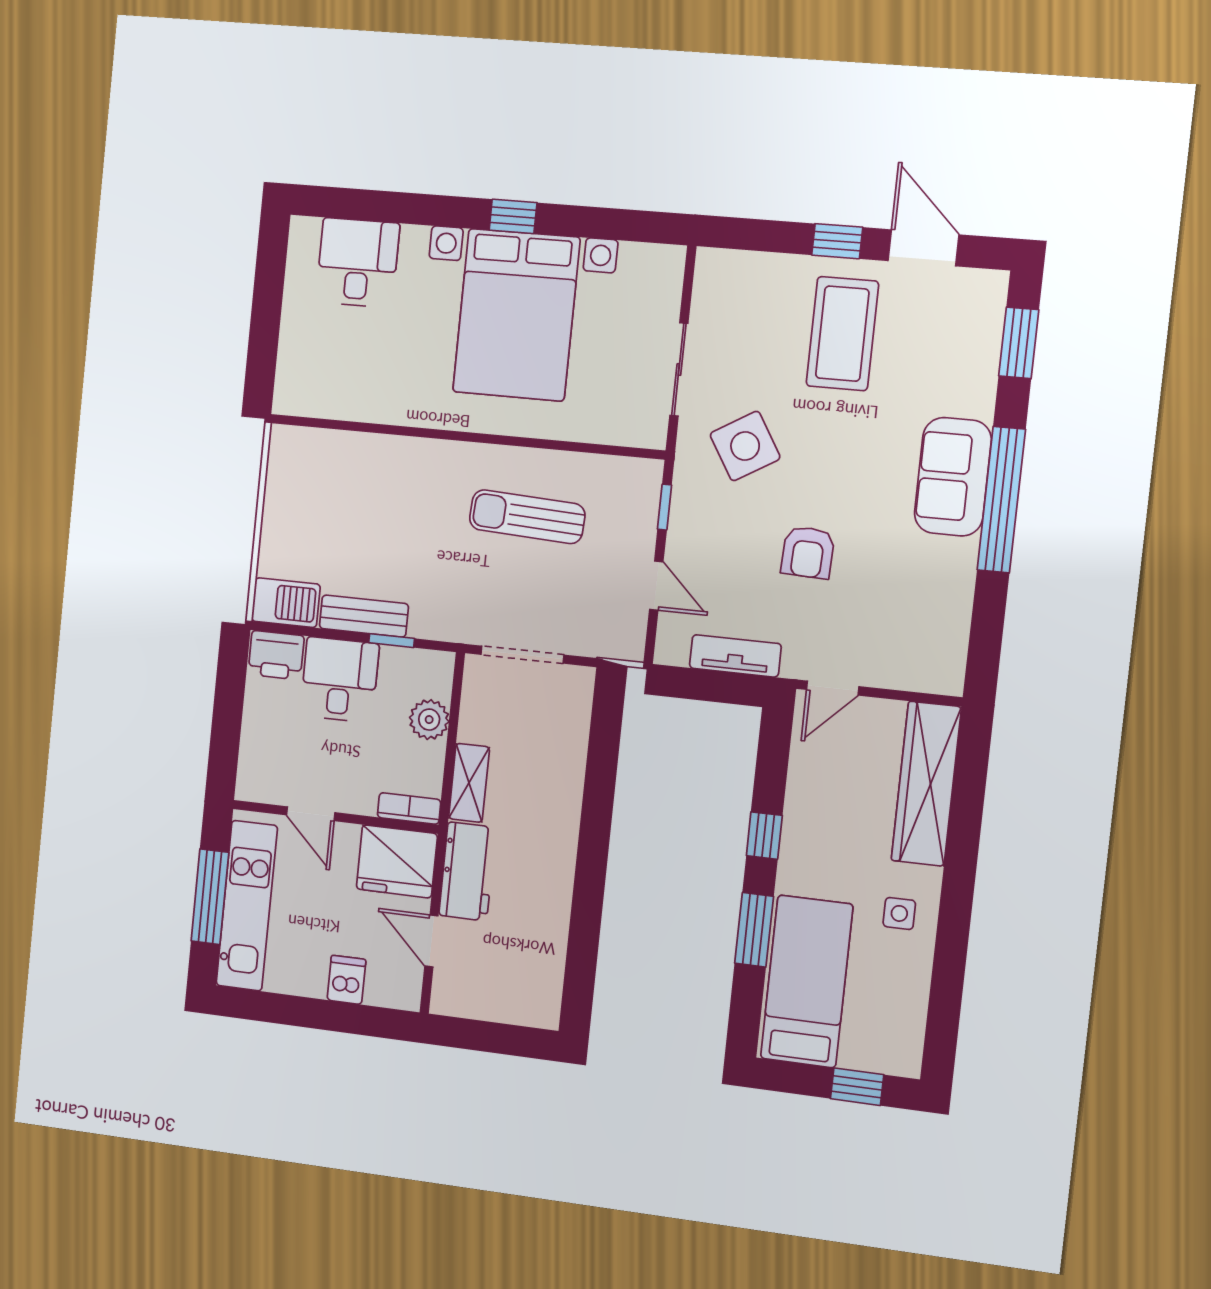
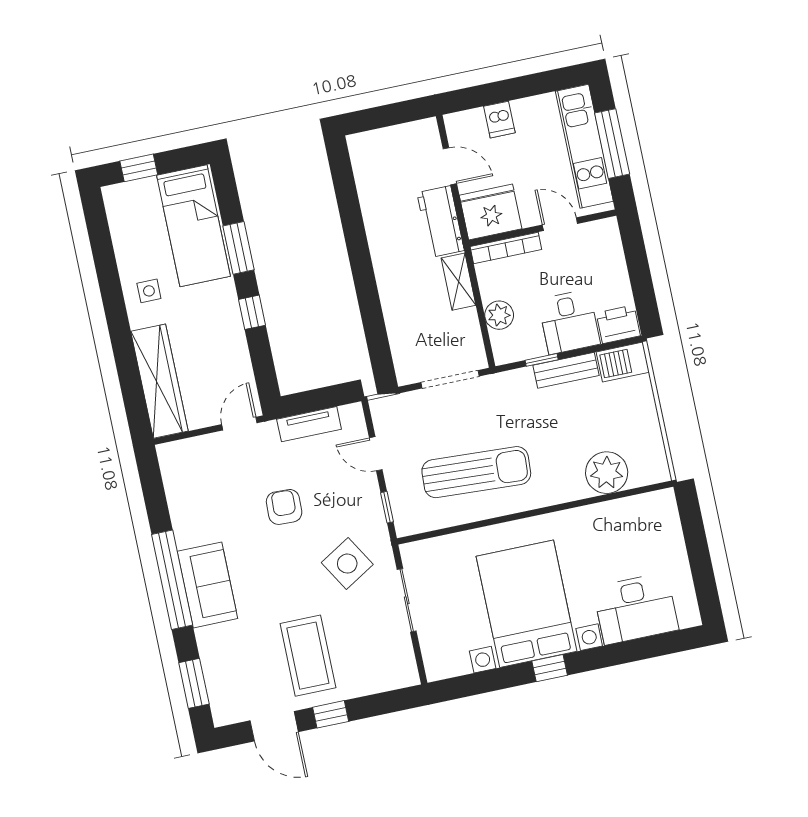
desk: (358, 263) -> (636, 609), width x1.37
plant: (353, 461) -> (607, 473), added
sun lounger: (527, 517) -> (476, 472), width x1.36, depth x1.34
bookcase: (409, 809) -> (506, 248), width x1.56

